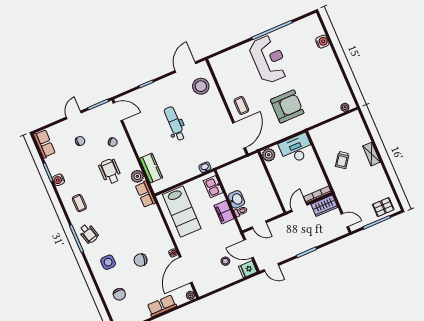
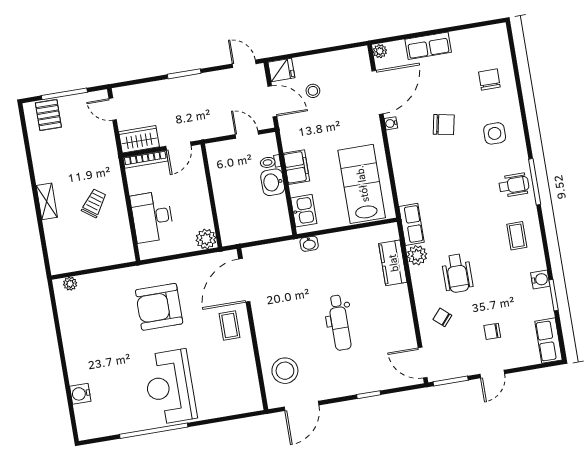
desk: (296, 149) -> (152, 217), moved, turned 90
pallet: (383, 207) -> (48, 115), turned 90
wheelchair: (89, 234) -> (514, 185), turned 106

